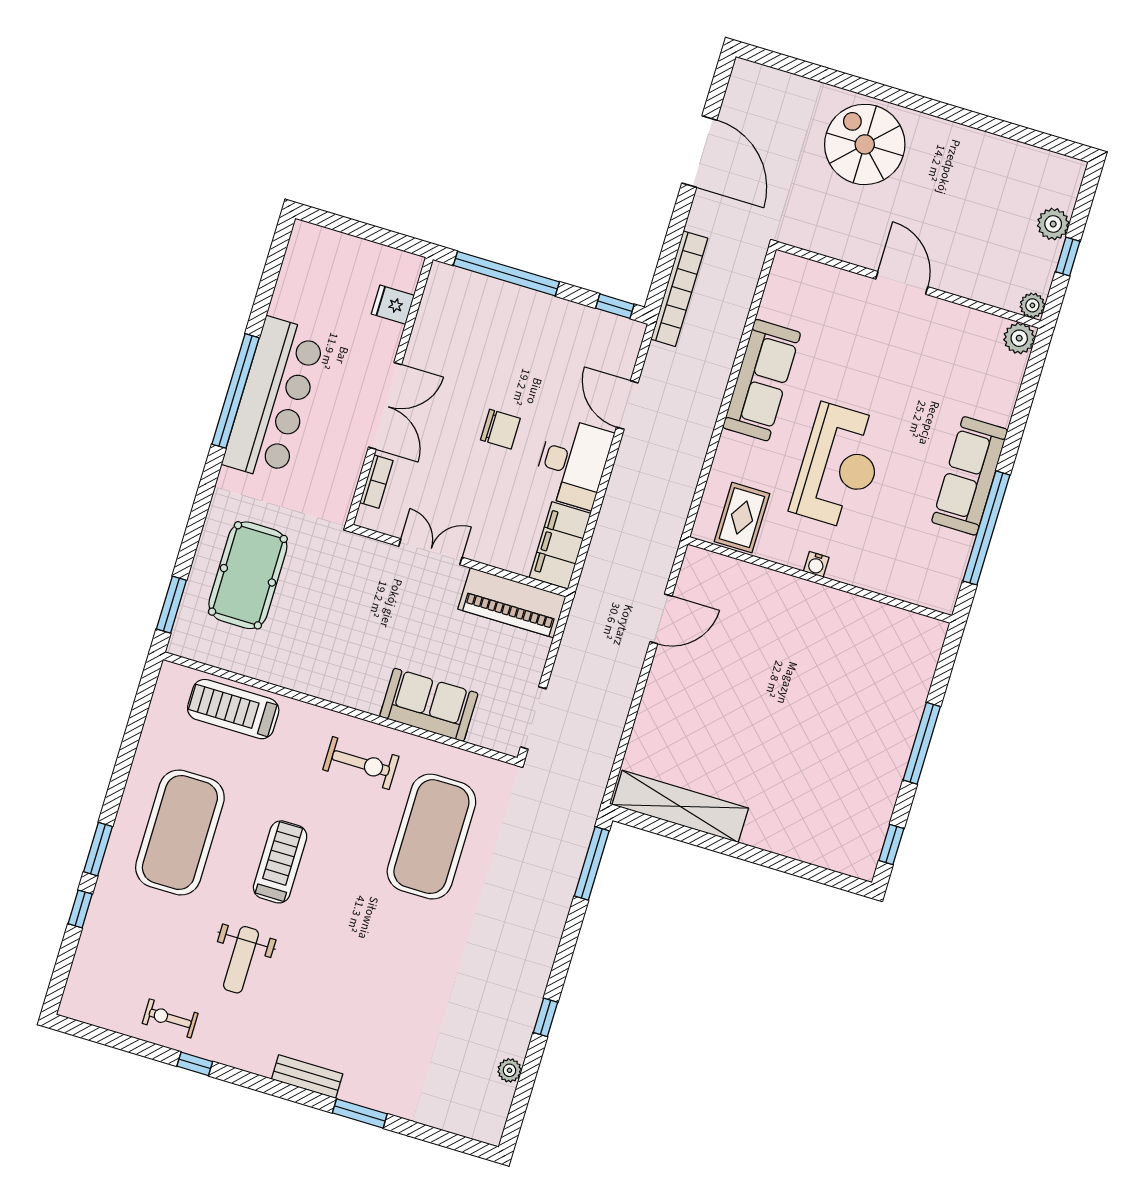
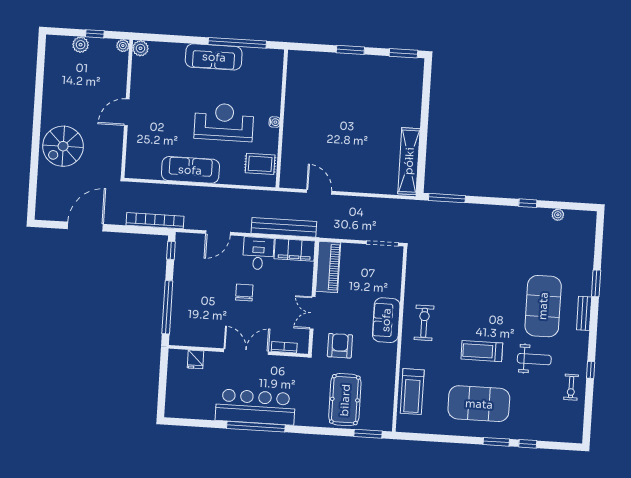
desk: (573, 463) -> (258, 253), width x0.73
bench: (609, 535) -> (284, 227), added
pool table: (248, 575) -> (345, 400), turned 90
armchair: (354, 590) -> (340, 346), added
sofa: (429, 705) -> (386, 320), moved
window: (922, 743) -> (350, 50), width x0.69
exercise mat: (431, 837) -> (543, 306), moved, turned 90
window: (891, 844) -> (403, 53), width x1.50

